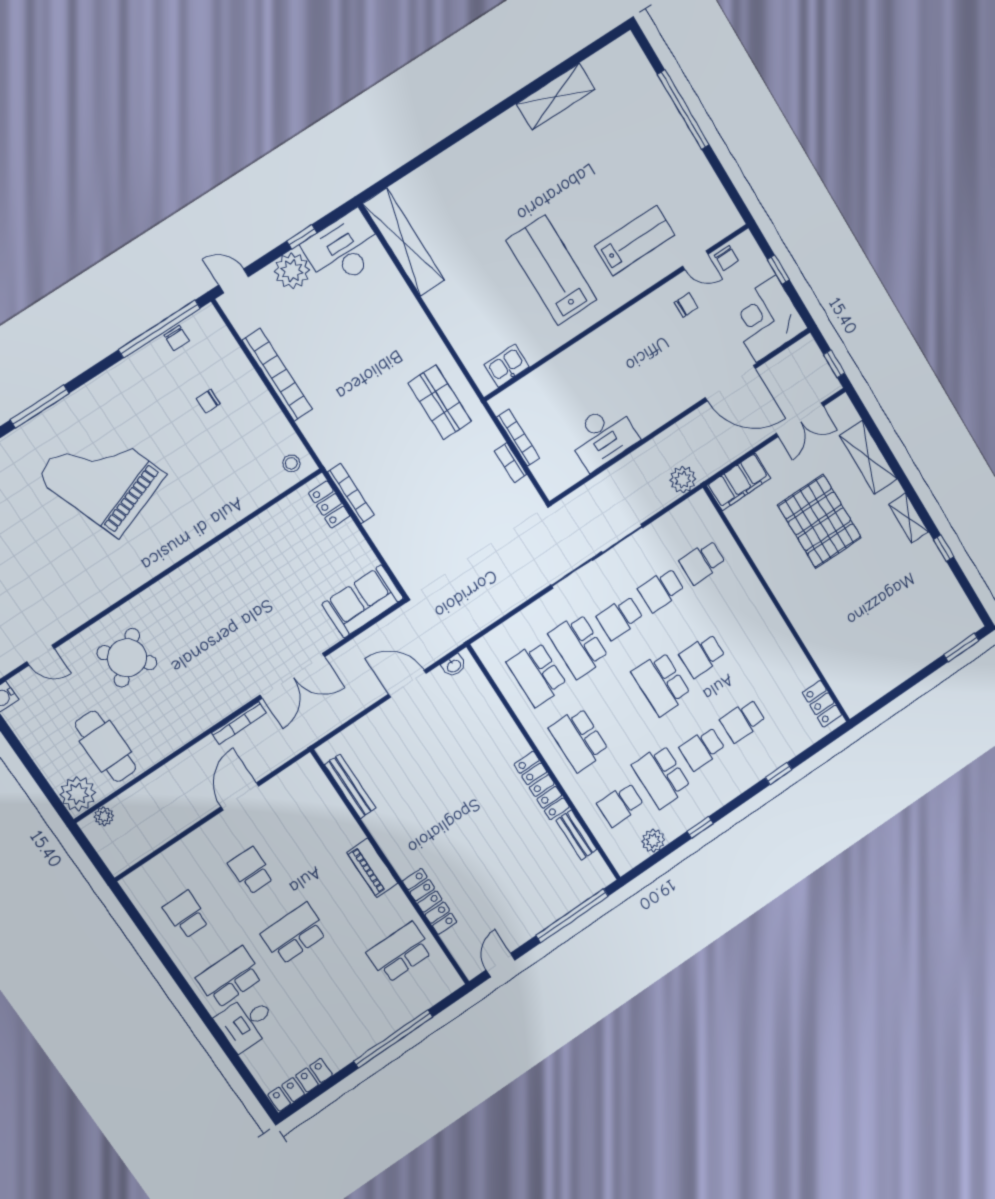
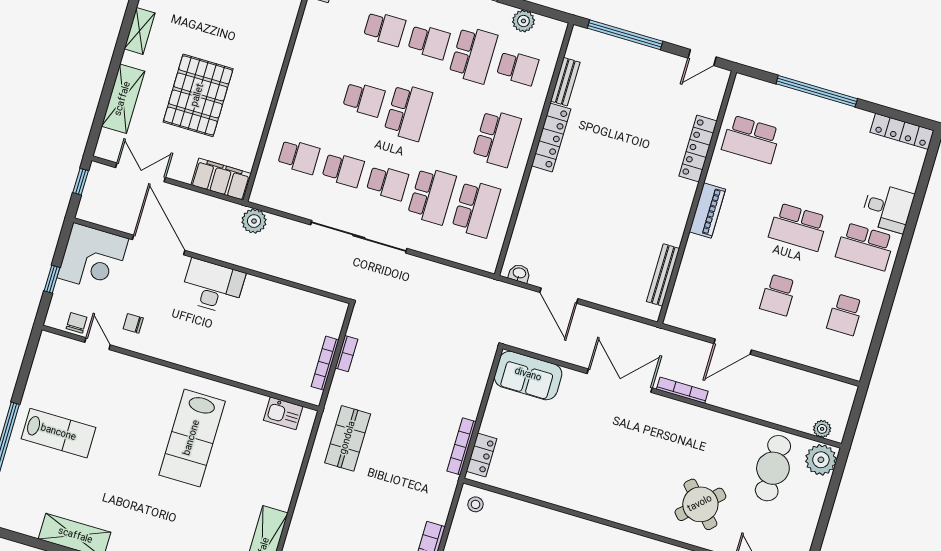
lab bench: (635, 240) -> (58, 433), moved, turned 180
desk: (603, 437) -> (213, 286), moved

